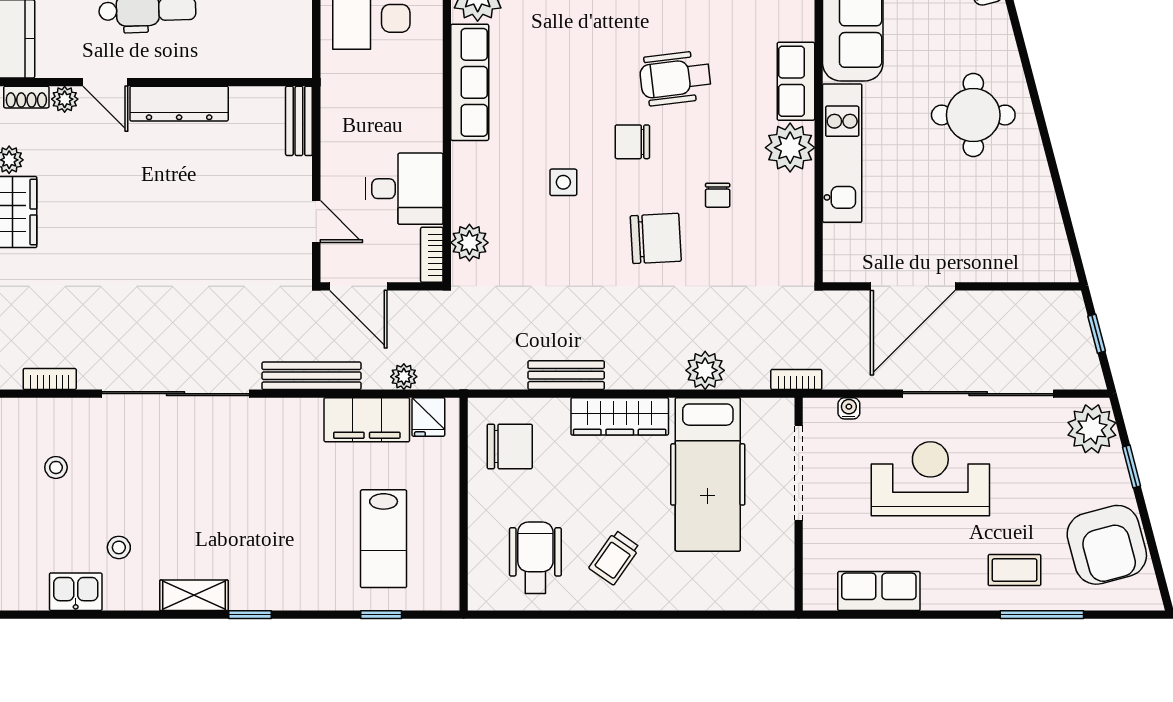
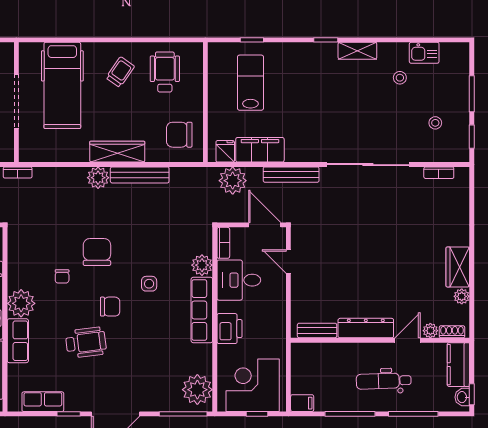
door: (105, 82) -> (407, 340), hinge flipped
row of seats: (470, 82) -> (202, 310), moved
printer: (421, 103) -> (230, 329), added
bench: (299, 121) -> (317, 330), moved, turned 90
chair: (718, 195) -> (62, 276), turned 180
chair: (656, 238) -> (97, 252), turned 93
plant: (469, 243) -> (202, 265), moved
plant: (705, 370) -> (98, 178), moved
bench: (566, 375) -> (140, 175), width x1.36
plant: (404, 377) -> (233, 181), width x1.88, depth x1.88
doorway: (799, 473) -> (16, 101), moved
hospital bed: (708, 474) -> (62, 85), moved, turned 180
wheelchair: (535, 558) -> (165, 72), turned 180

